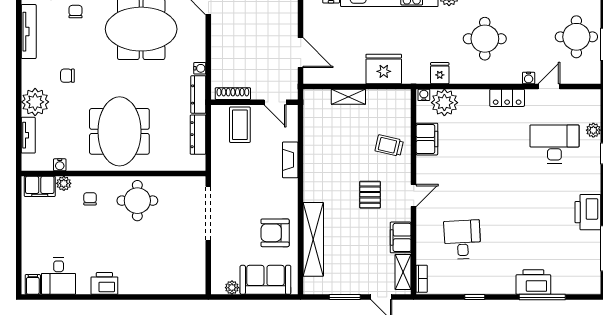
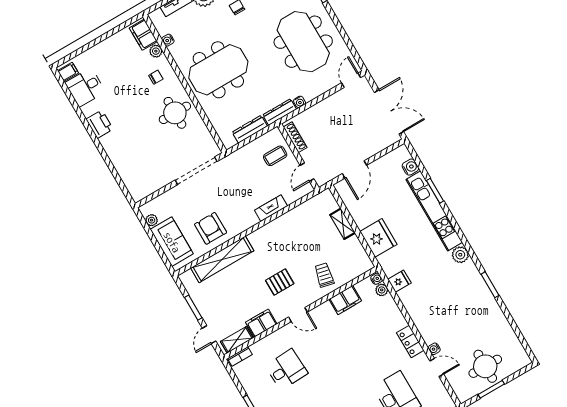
round table: (485, 39) -> (444, 299), removed
plant: (444, 103) -> (382, 290), width x0.53, depth x0.53
coffee table: (240, 125) -> (275, 156), width x0.73, depth x0.77

